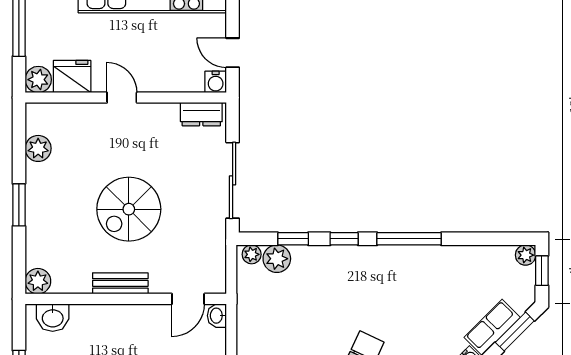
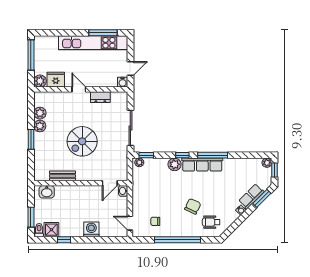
door: (233, 53) -> (130, 69), swing flipped
dresser: (201, 114) -> (100, 97), moved
window: (293, 239) -> (146, 155), moved
plant: (277, 259) -> (175, 164), moved
row of seats: (387, 259) -> (202, 165), added
plant: (38, 281) -> (40, 126), moved
bench: (120, 283) -> (63, 176), moved

